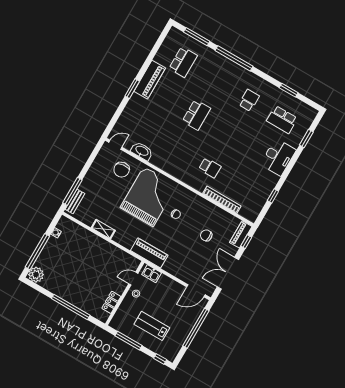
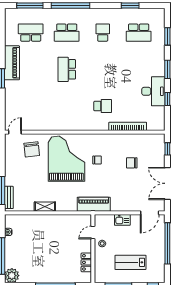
school desk: (183, 62) -> (31, 33), turned -90
school desk: (216, 81) -> (67, 33), added
school desk: (196, 115) -> (67, 69), turned 180
washbasin: (142, 151) -> (39, 125), removed
desk: (278, 157) -> (153, 91), moved
window: (289, 169) -> (167, 69), added
piano: (241, 234) -> (159, 146), removed
kitchen sink: (152, 274) -> (122, 220), moved

